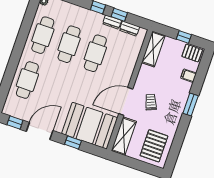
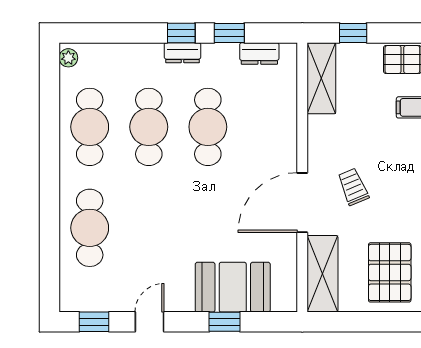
dresser: (112, 22) -> (183, 53), moved
window: (184, 37) -> (353, 33), moved
booth: (90, 126) -> (233, 287), width x0.73, depth x0.70
door: (40, 131) -> (150, 322), width x0.53

